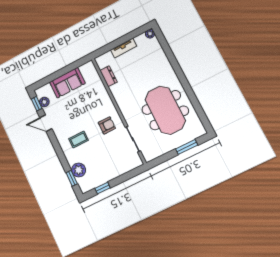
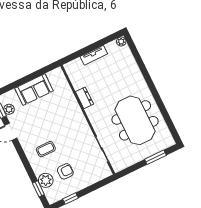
dresser: (109, 76) -> (84, 98), moved
armchair: (107, 125) -> (65, 171), moved

